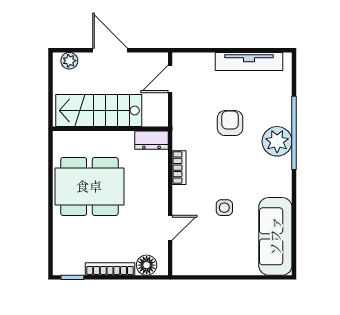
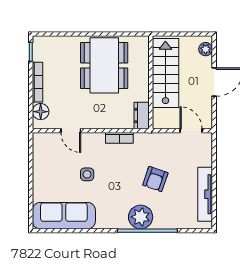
armchair: (230, 123) -> (155, 179), turned 109

